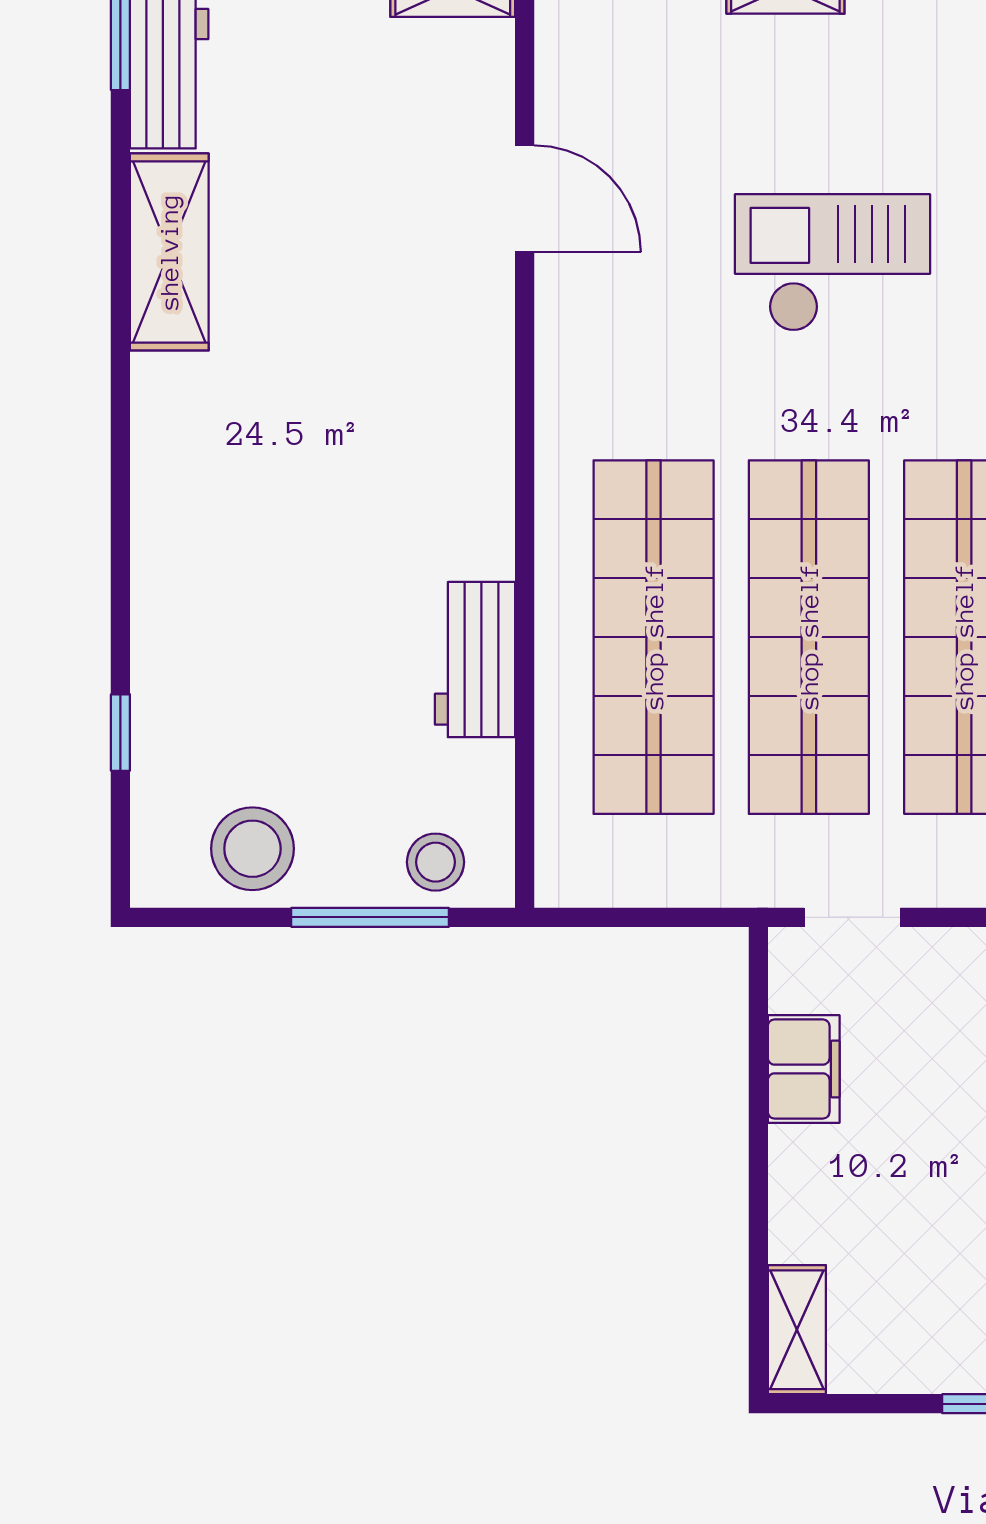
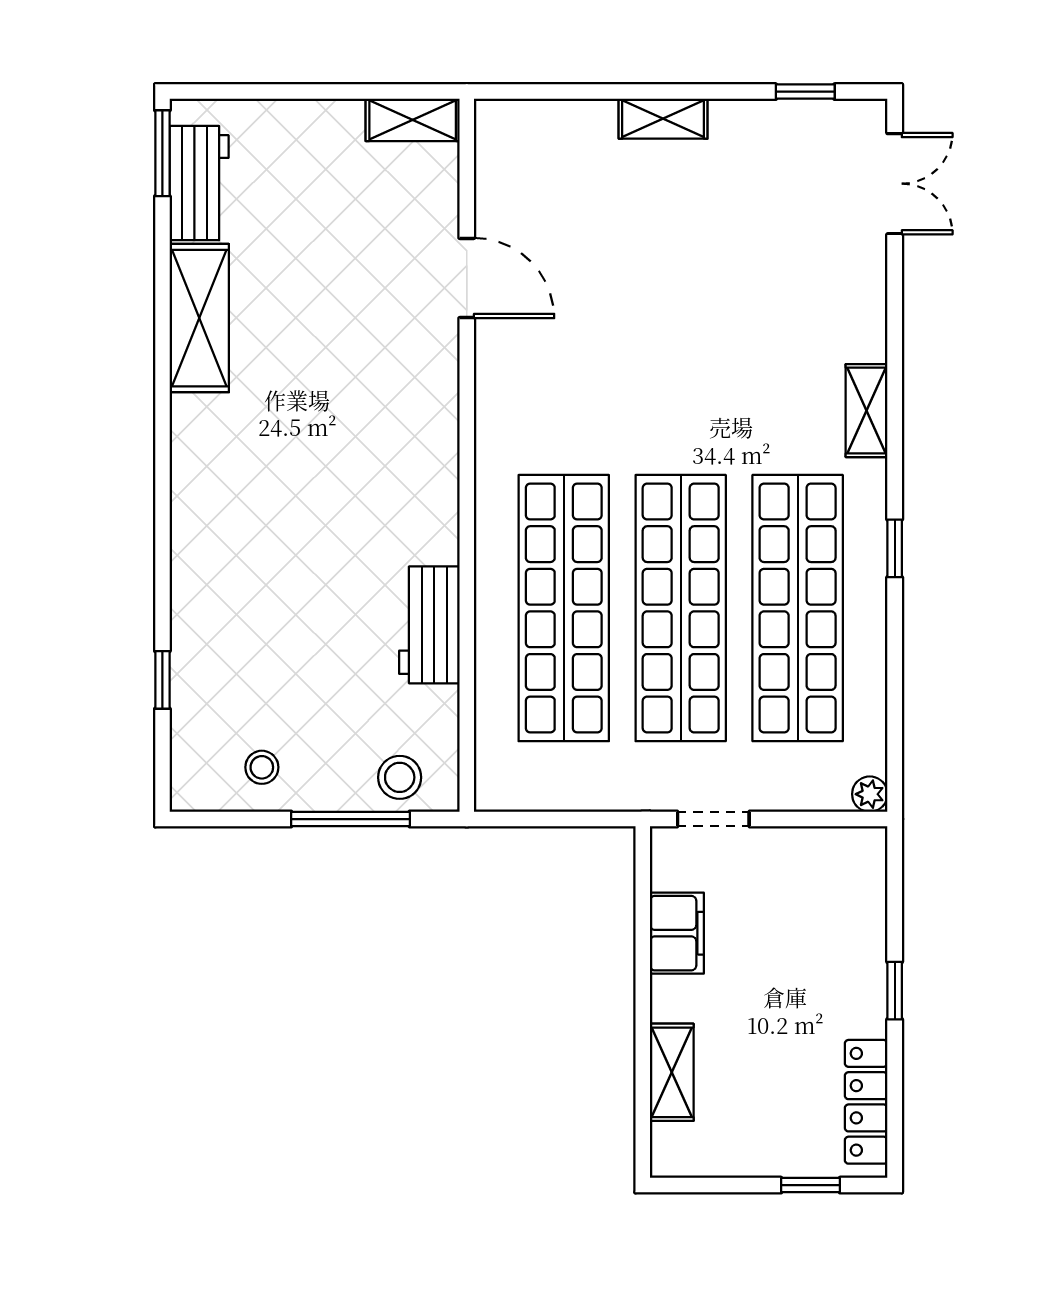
checkout: (833, 263) -> (699, 326), removed
stool: (252, 849) -> (262, 767), width x0.53, depth x0.53
shelving: (797, 1330) -> (672, 1072), moved

